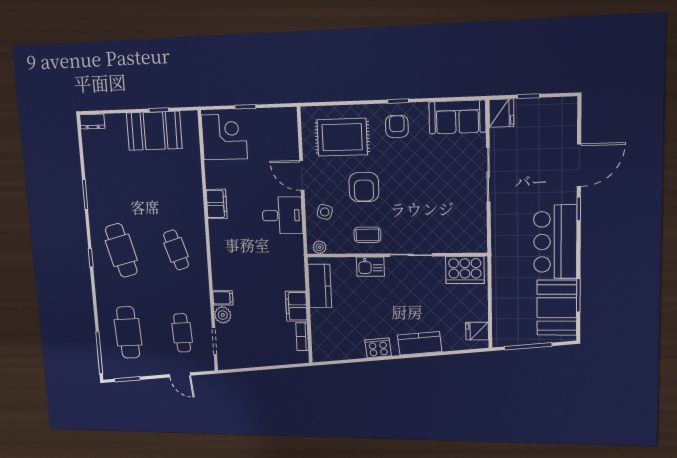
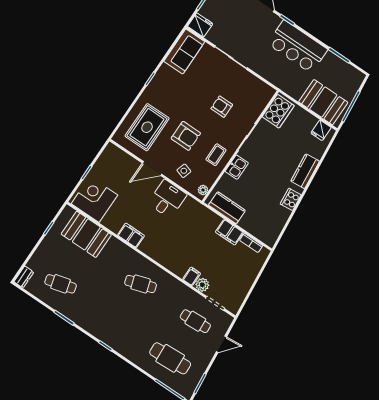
armchair: (397, 126) -> (222, 107), moved
booth: (154, 131) -> (86, 234), moved, turned 90
cafe table: (121, 250) -> (61, 284), moved, width x0.73, depth x0.74
booth: (557, 308) -> (323, 102), moved

